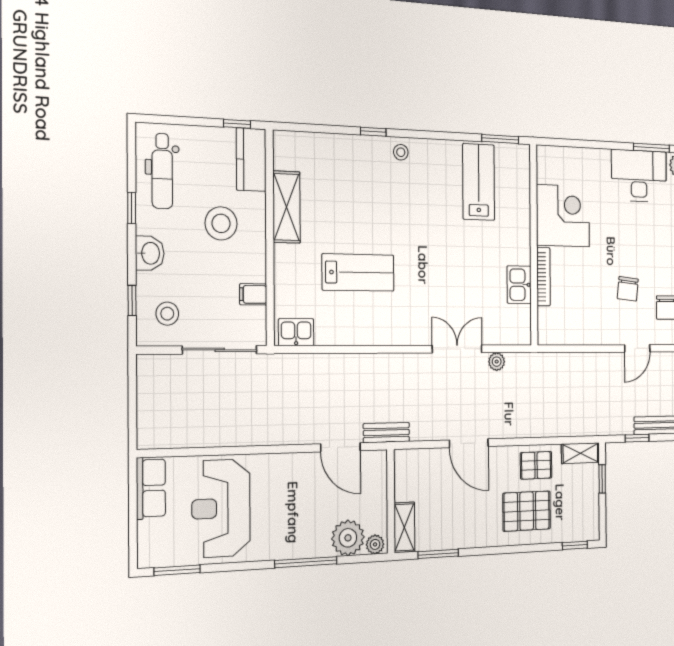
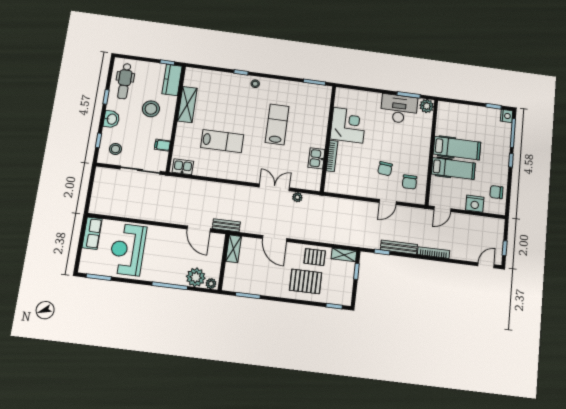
lab bench: (479, 182) -> (277, 124), moved
shelving: (404, 527) -> (233, 249), moved

